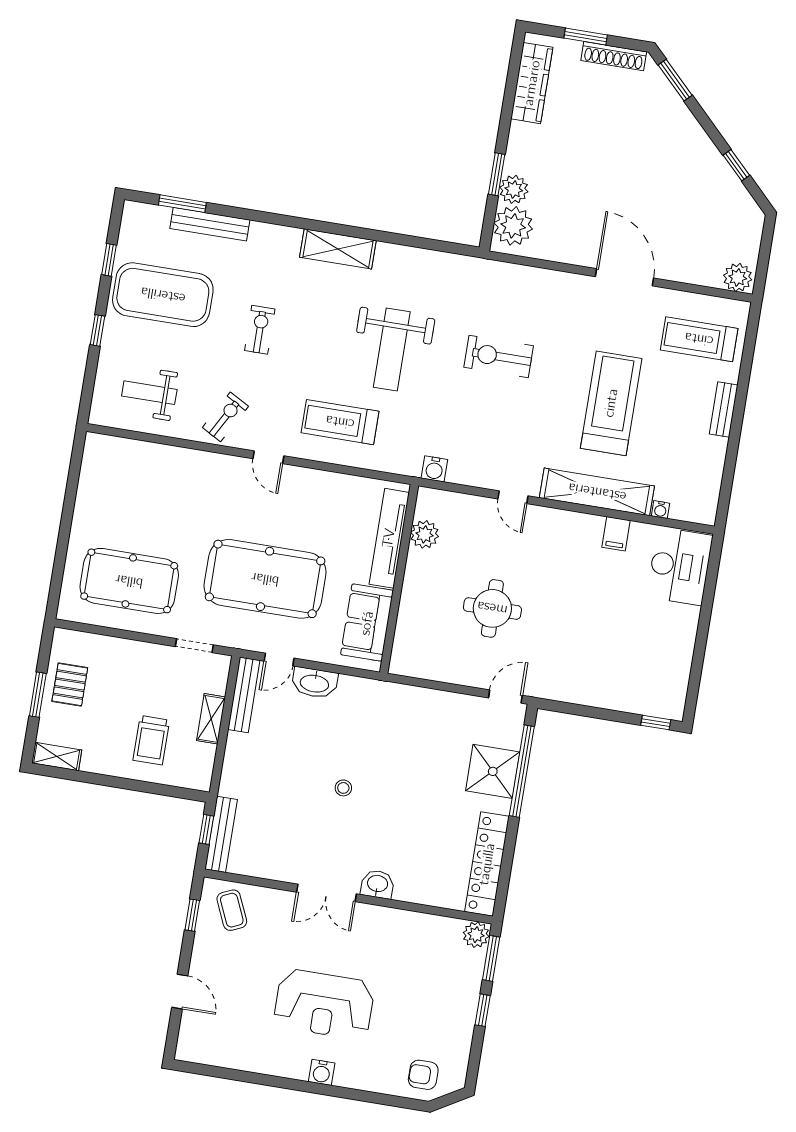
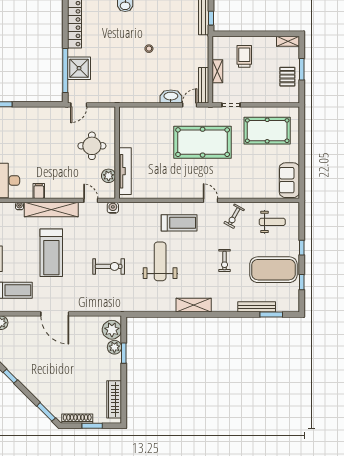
water cooler: (434, 469) -> (113, 208), moved
plant: (425, 534) -> (109, 176), moved
tv unit: (389, 538) -> (125, 171), moved
wall: (399, 579) -> (117, 153), moved
sofa: (367, 623) -> (289, 180), moved, turned 180

